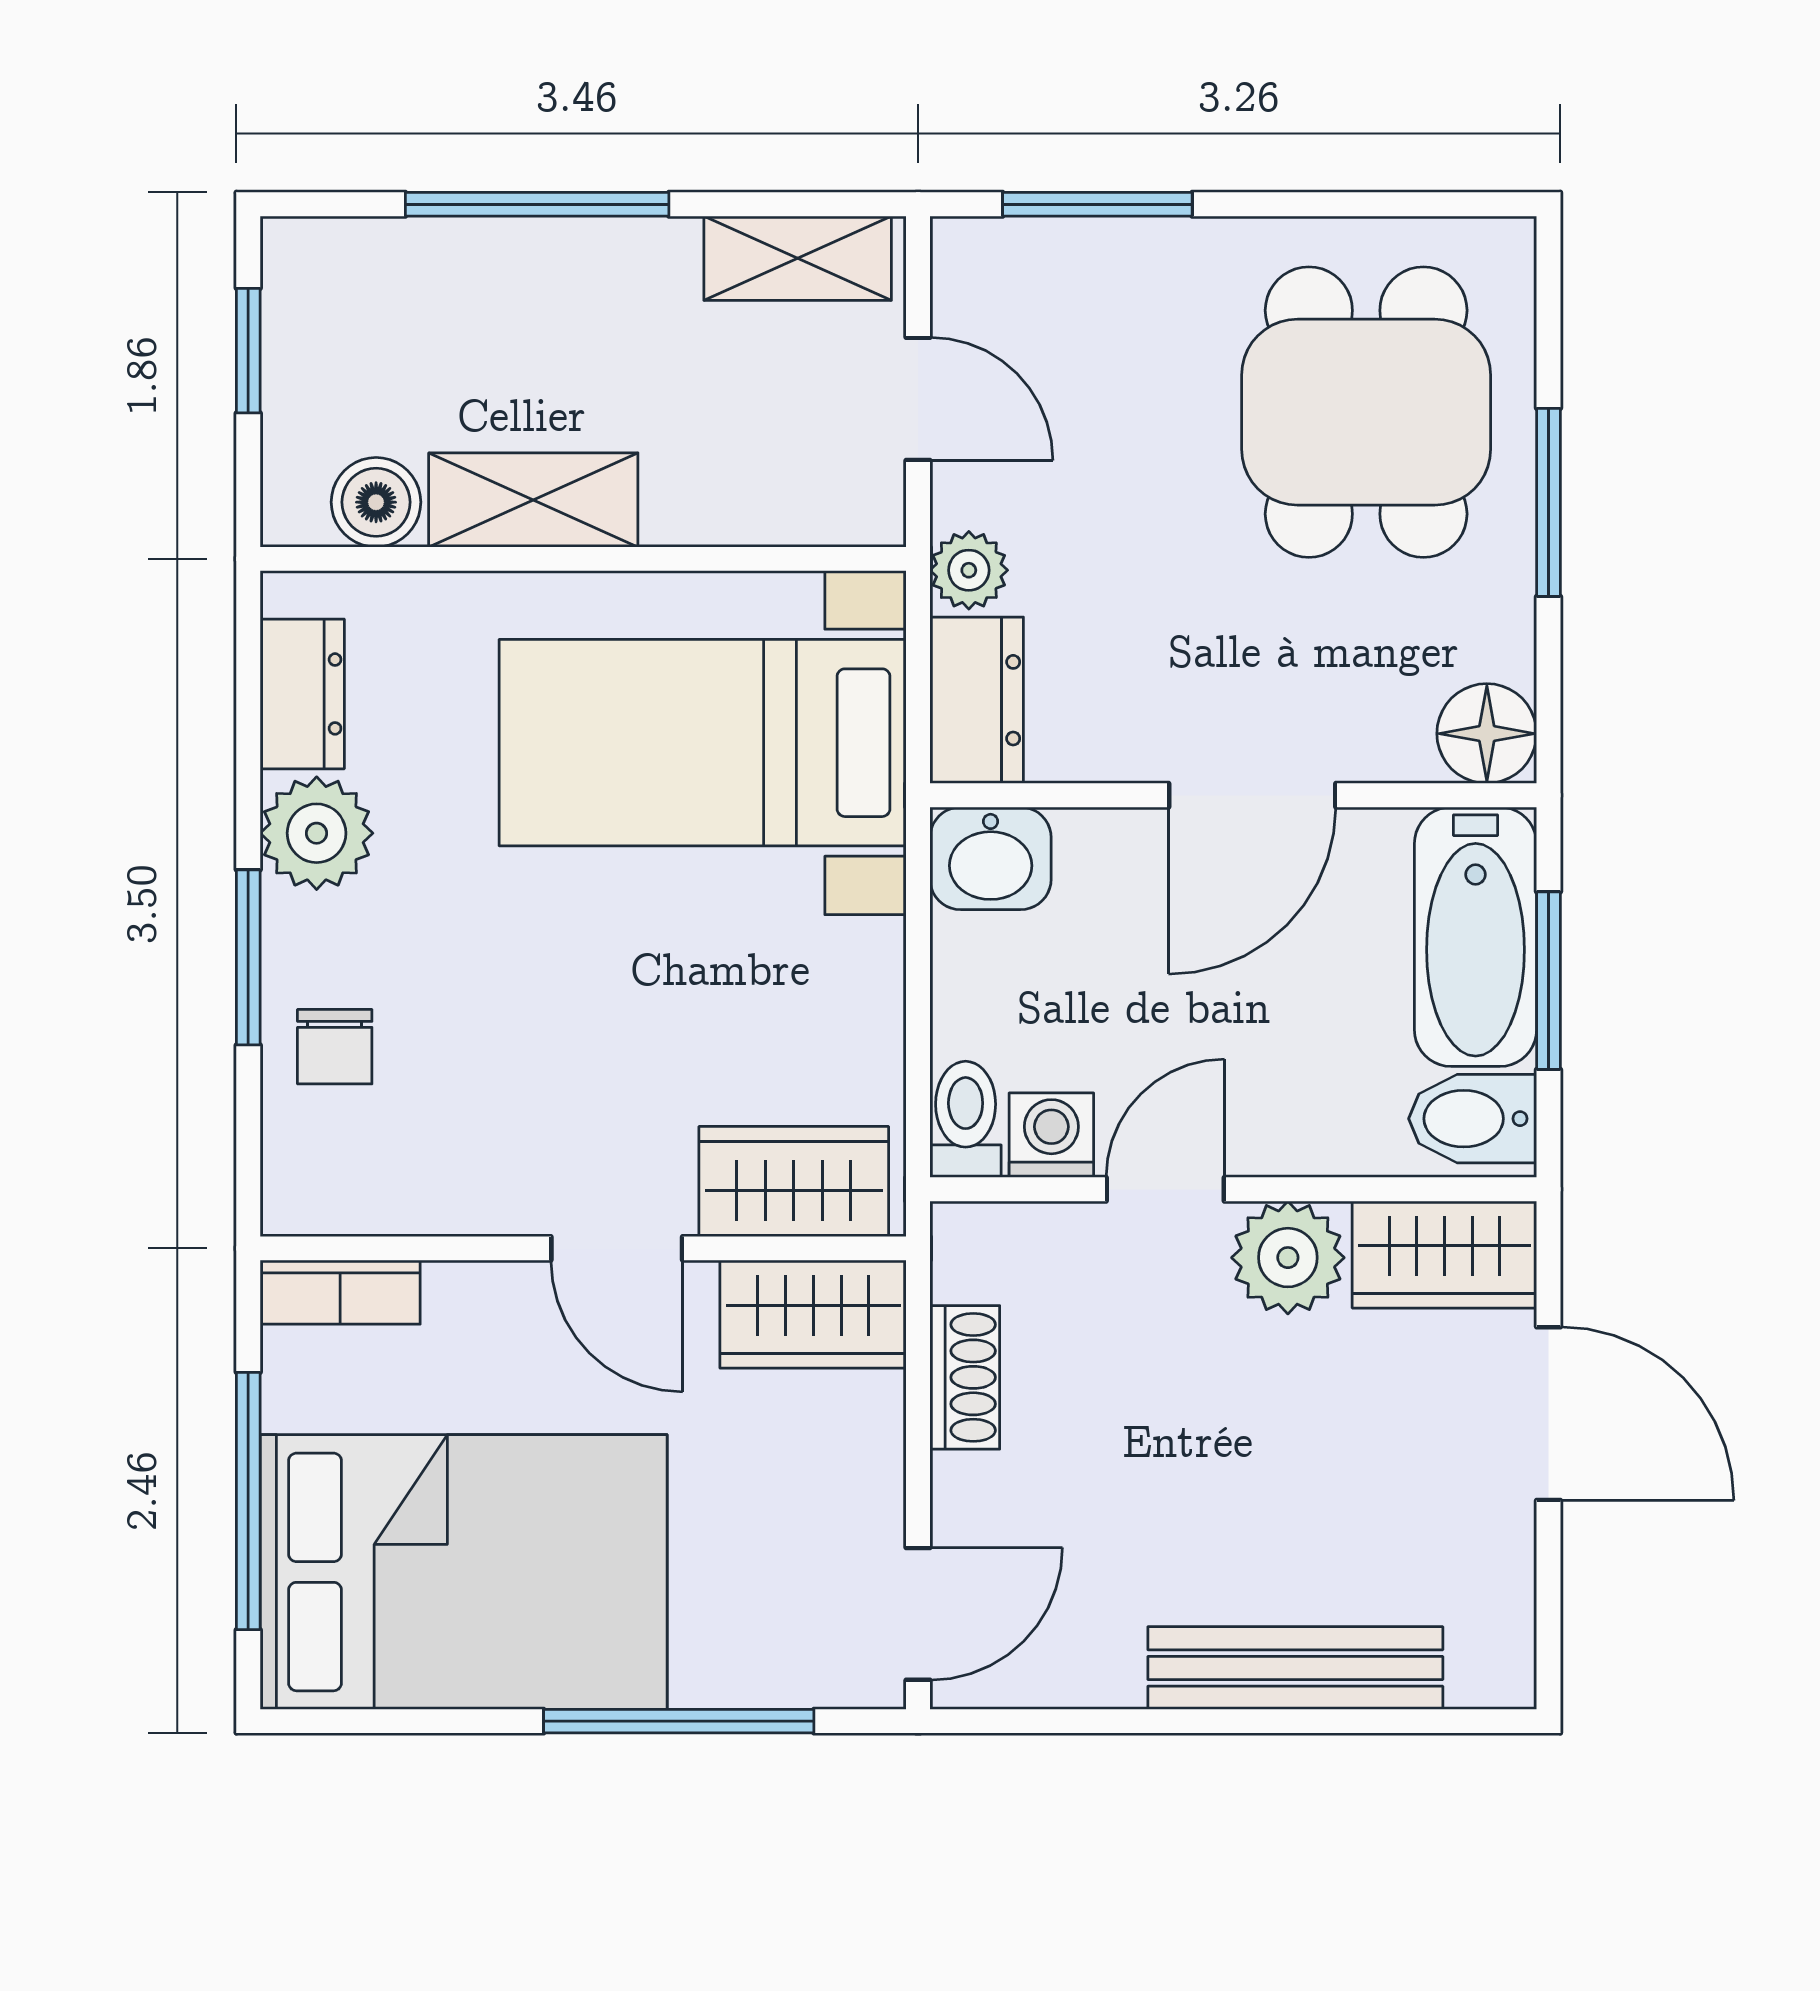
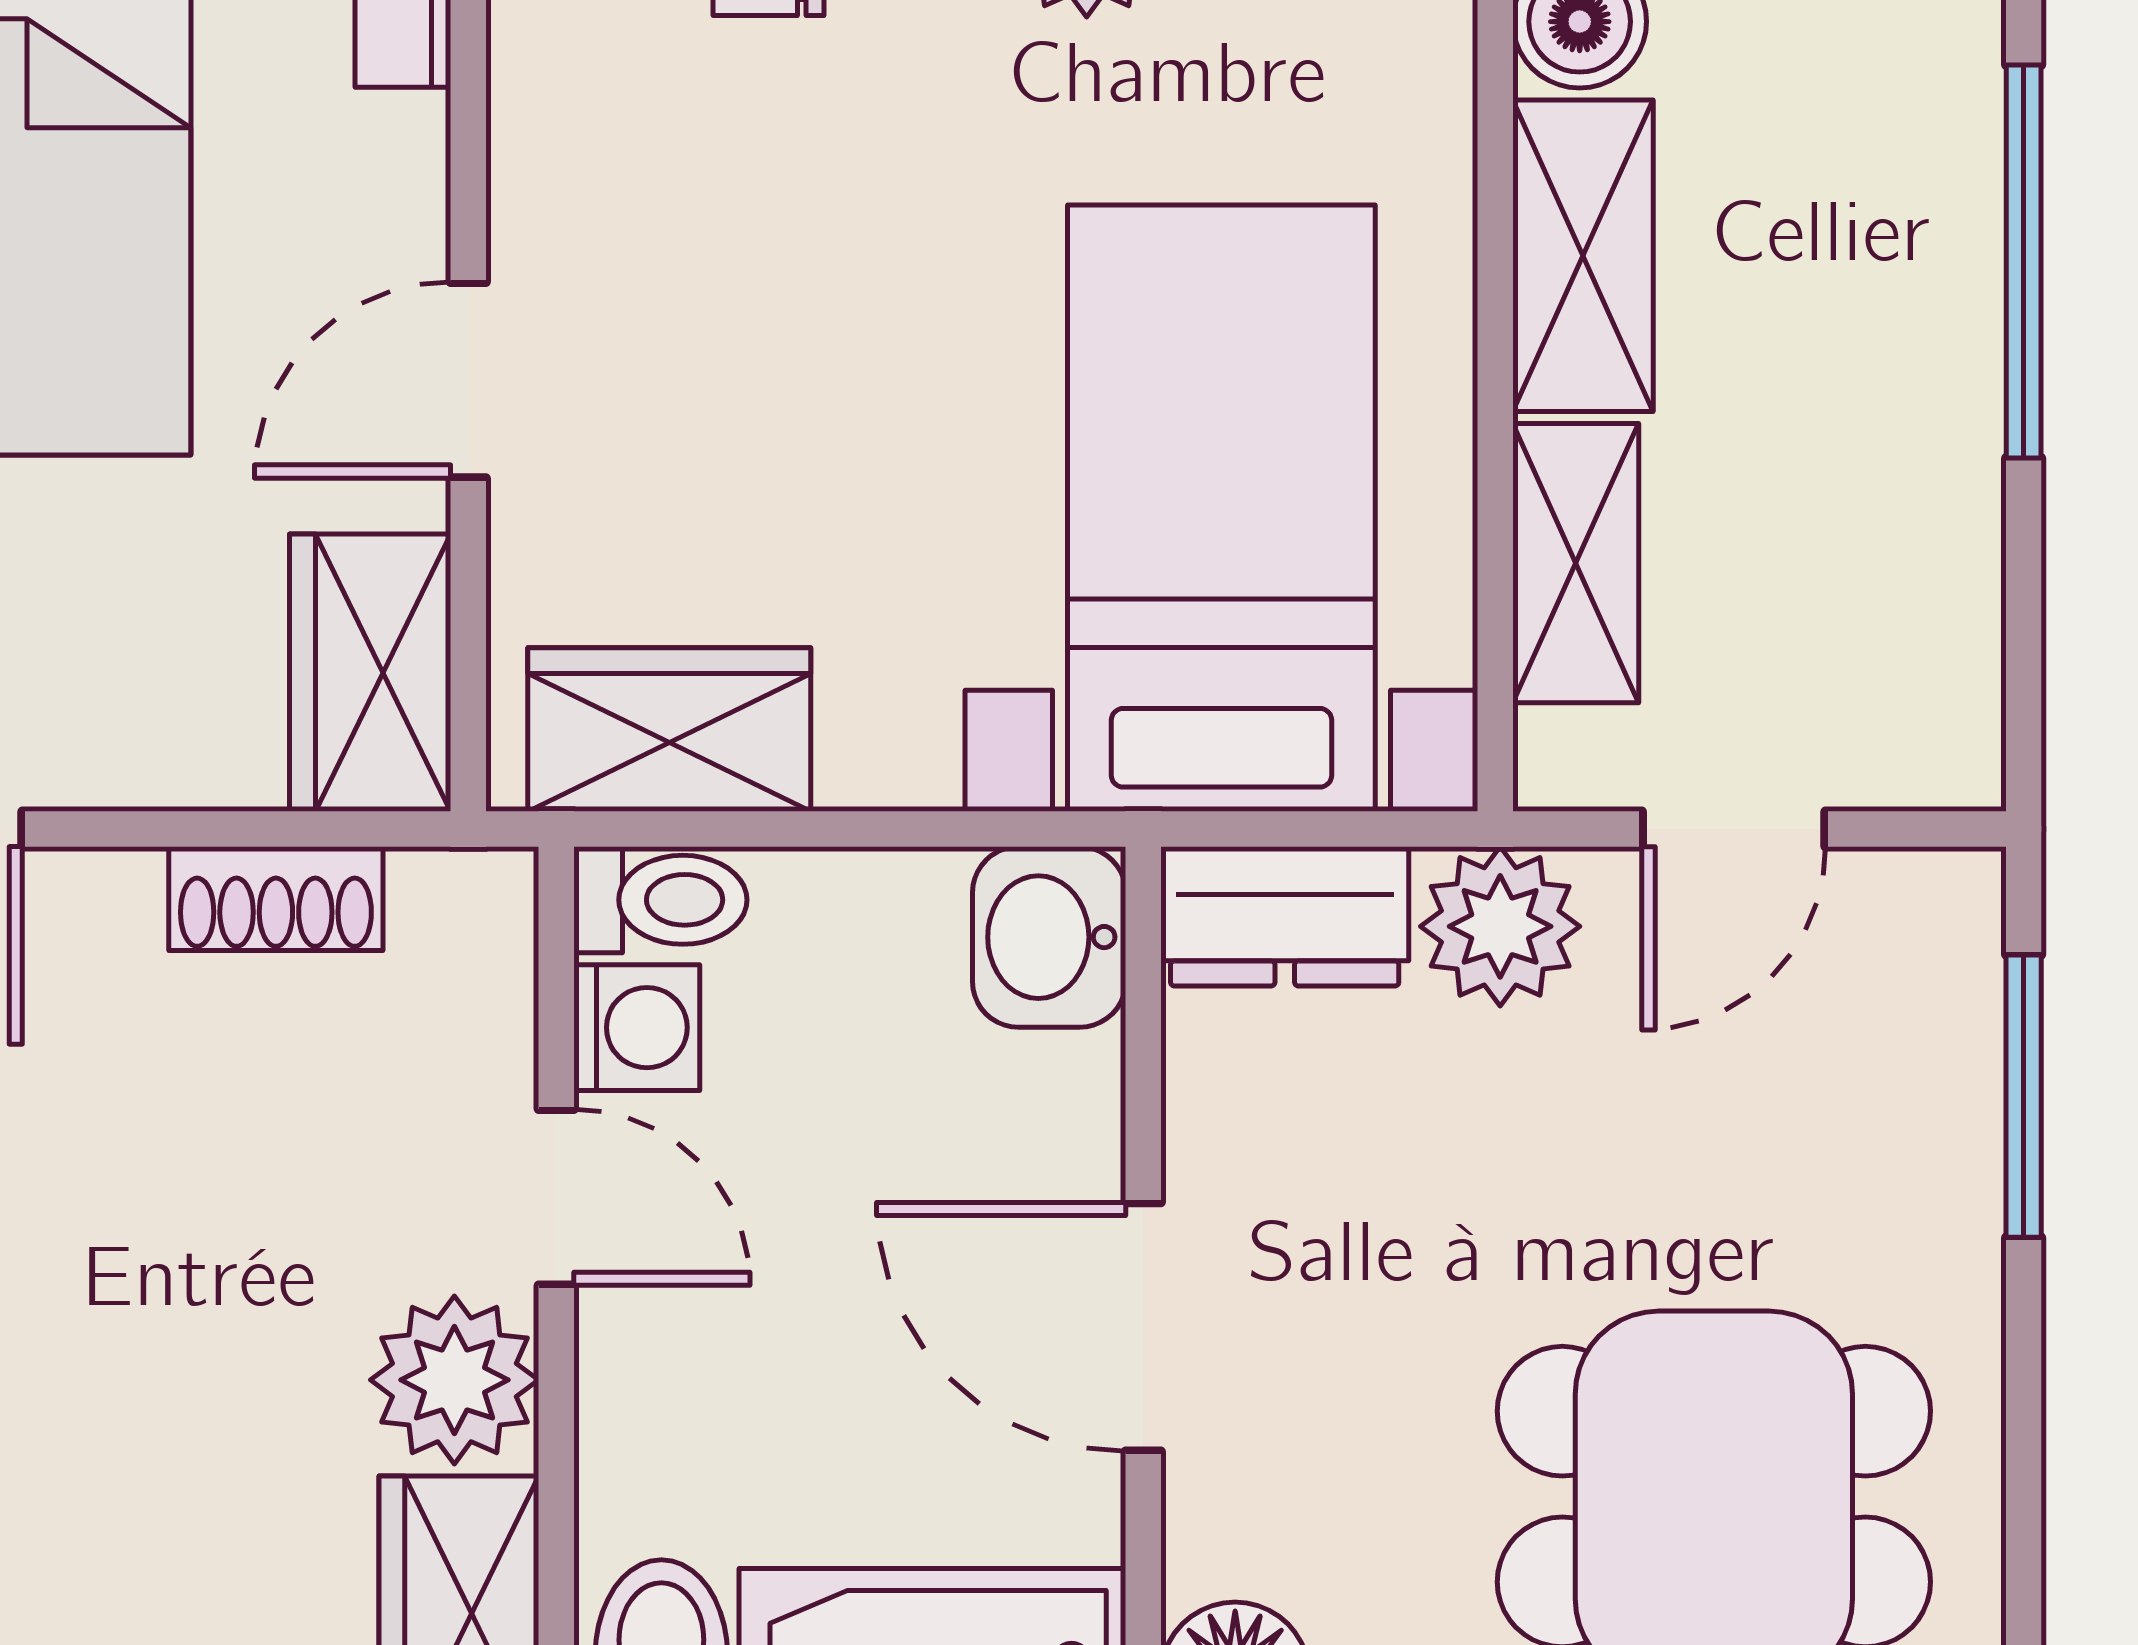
shelving: (798, 258) -> (1576, 563), moved
plant: (969, 570) -> (1500, 926), width x1.38, depth x1.38
wardrobe: (794, 1182) -> (669, 729), moved, turned -90

